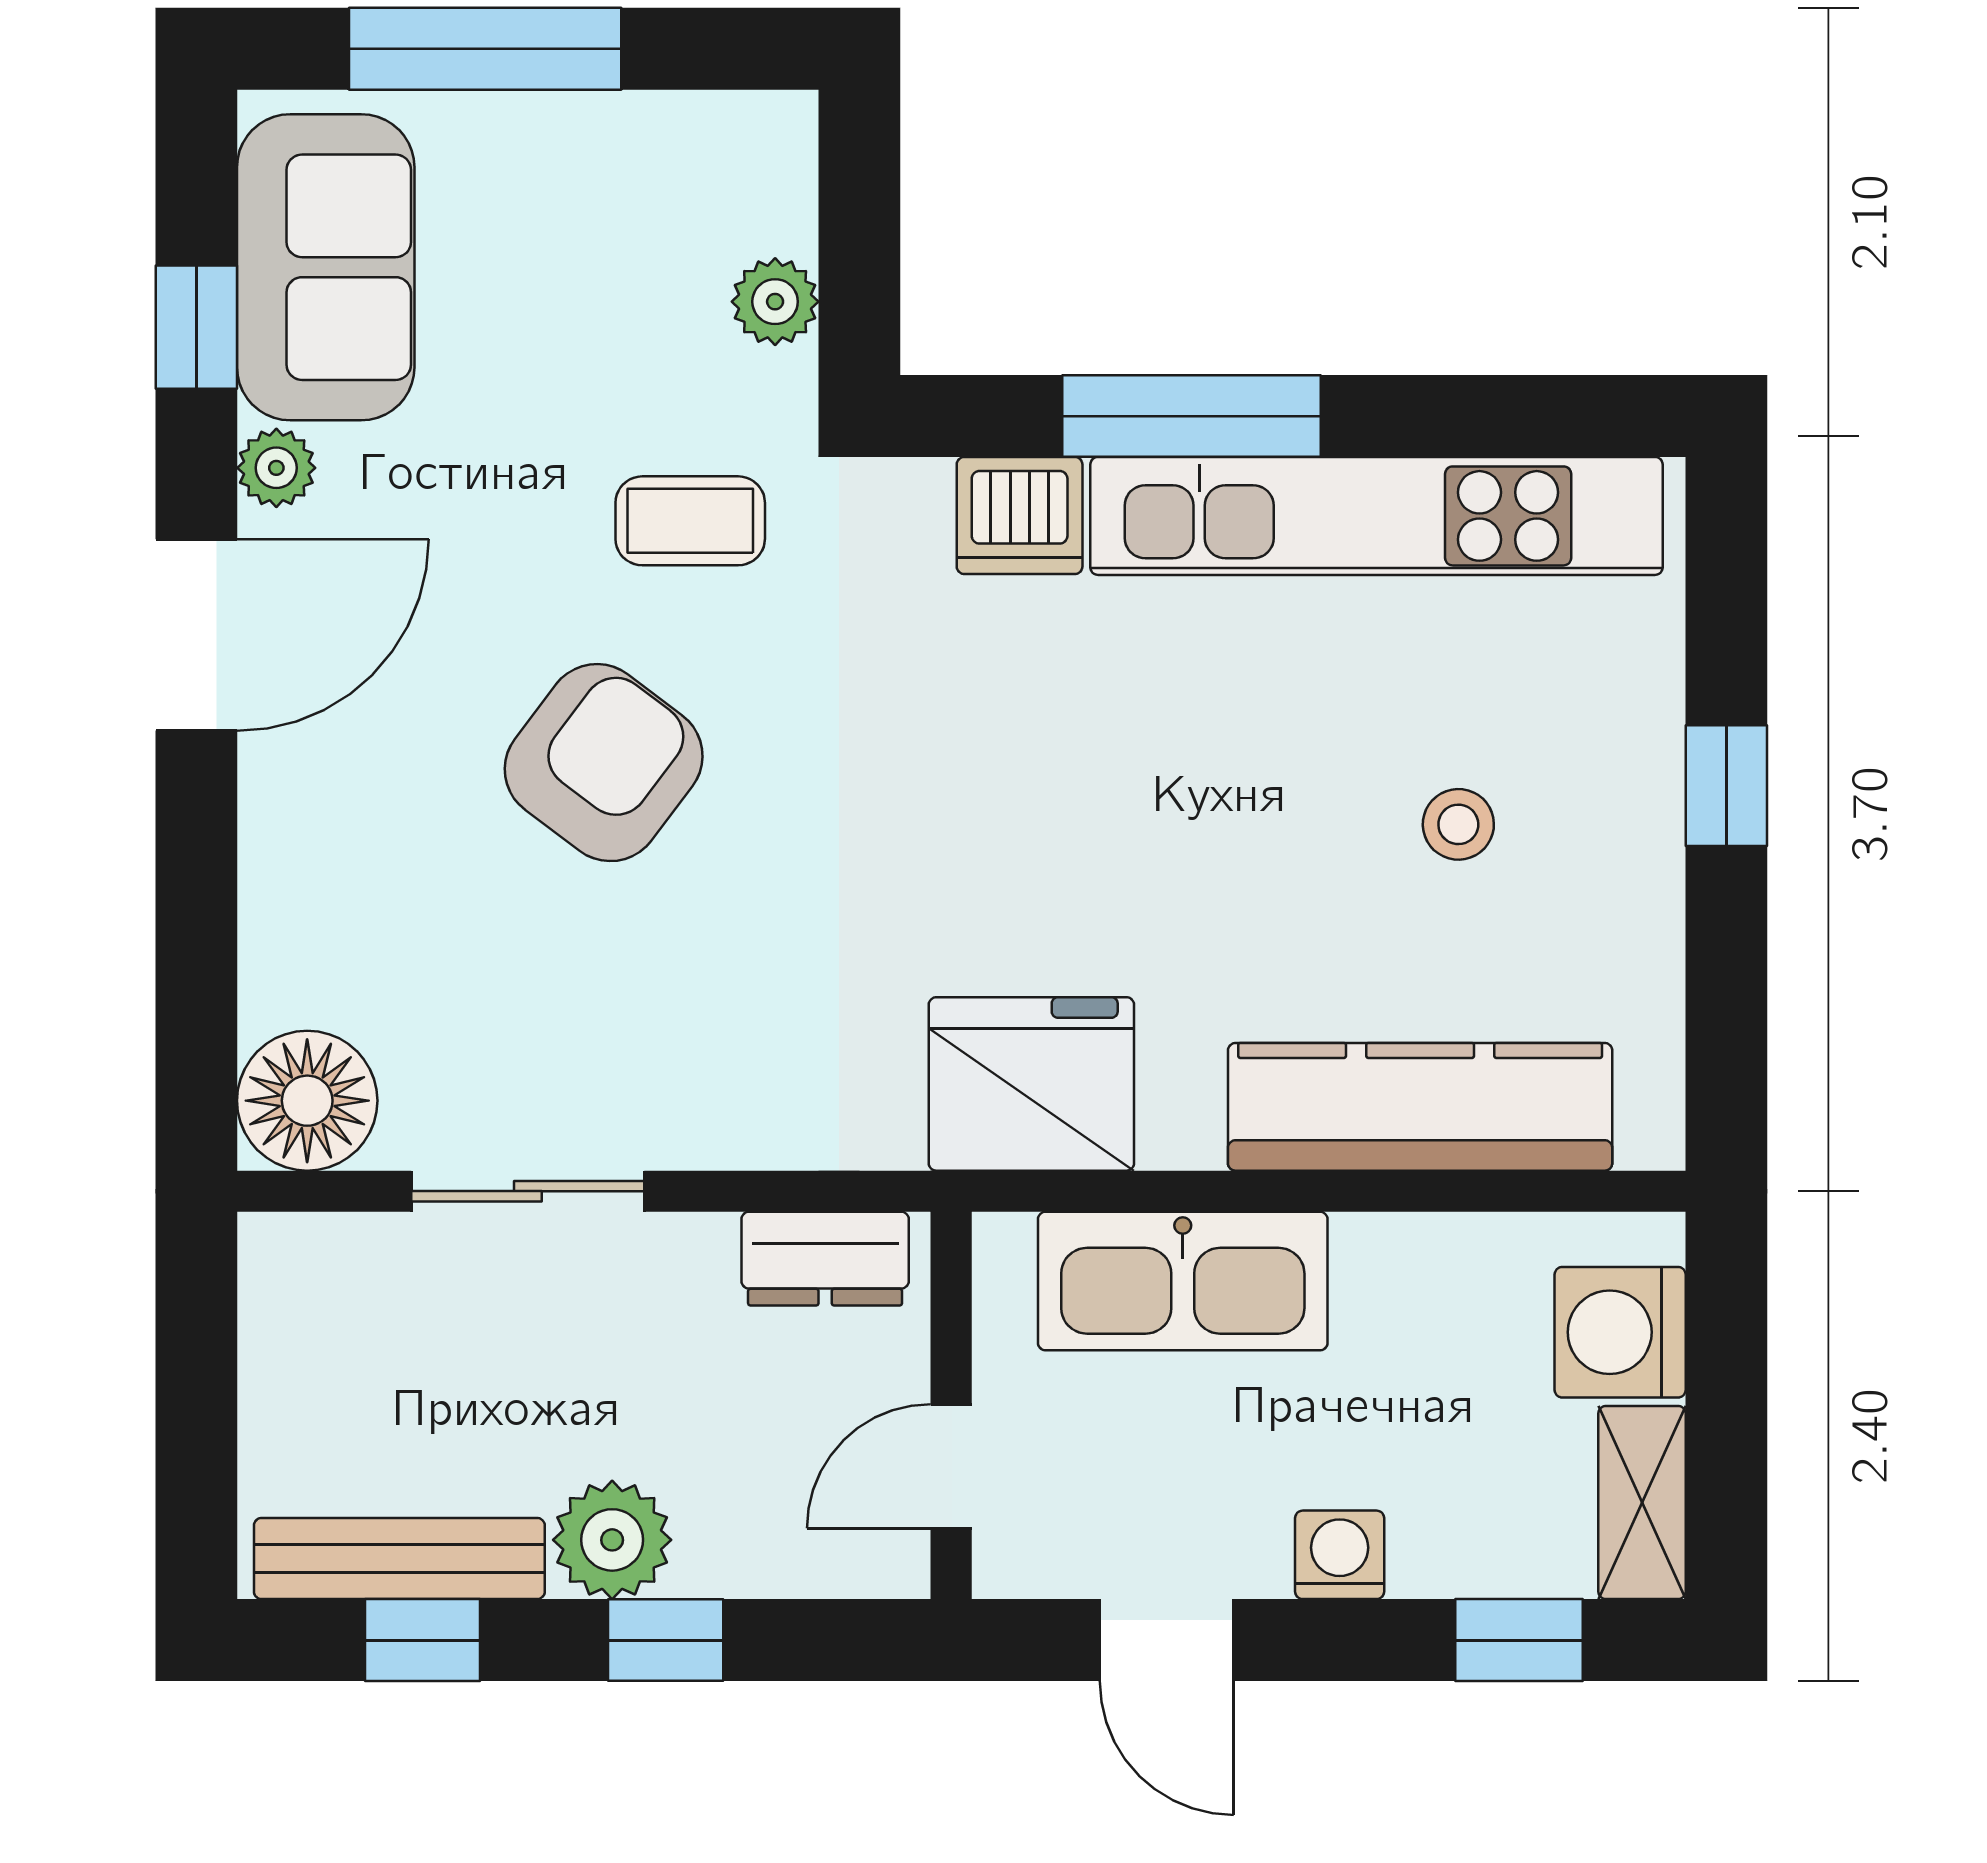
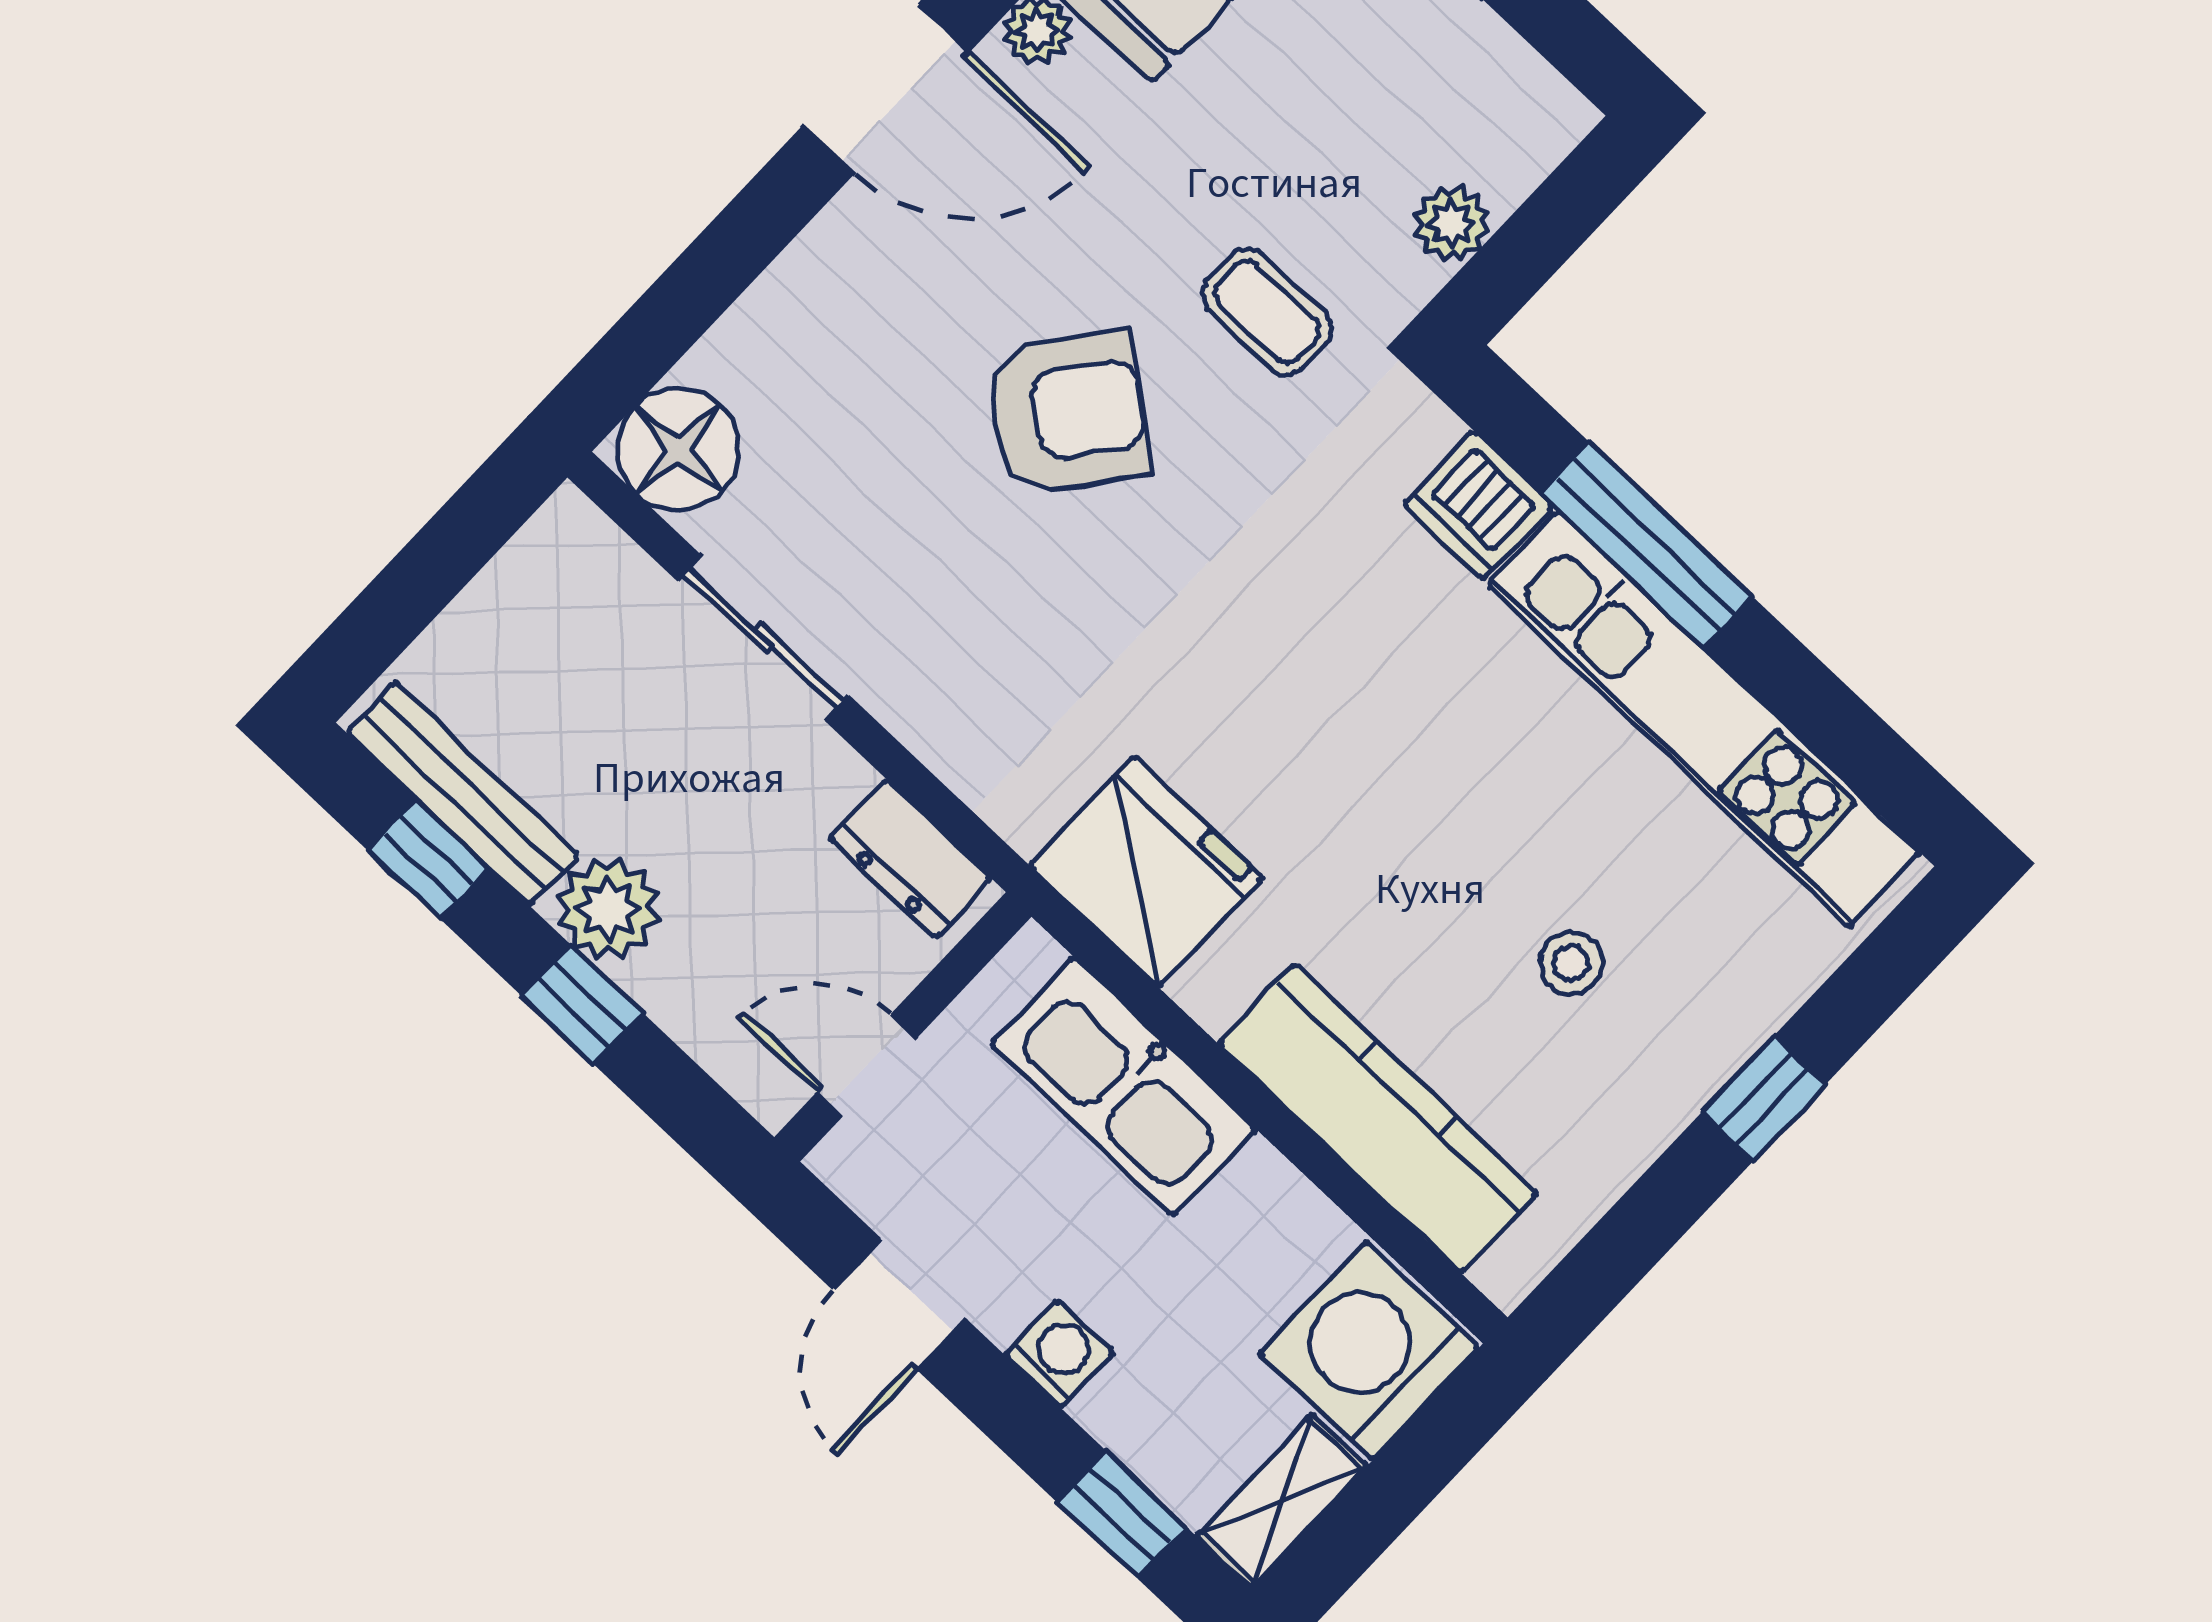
washing machine: (1620, 1332) -> (1369, 1351), width x1.37, depth x1.37

